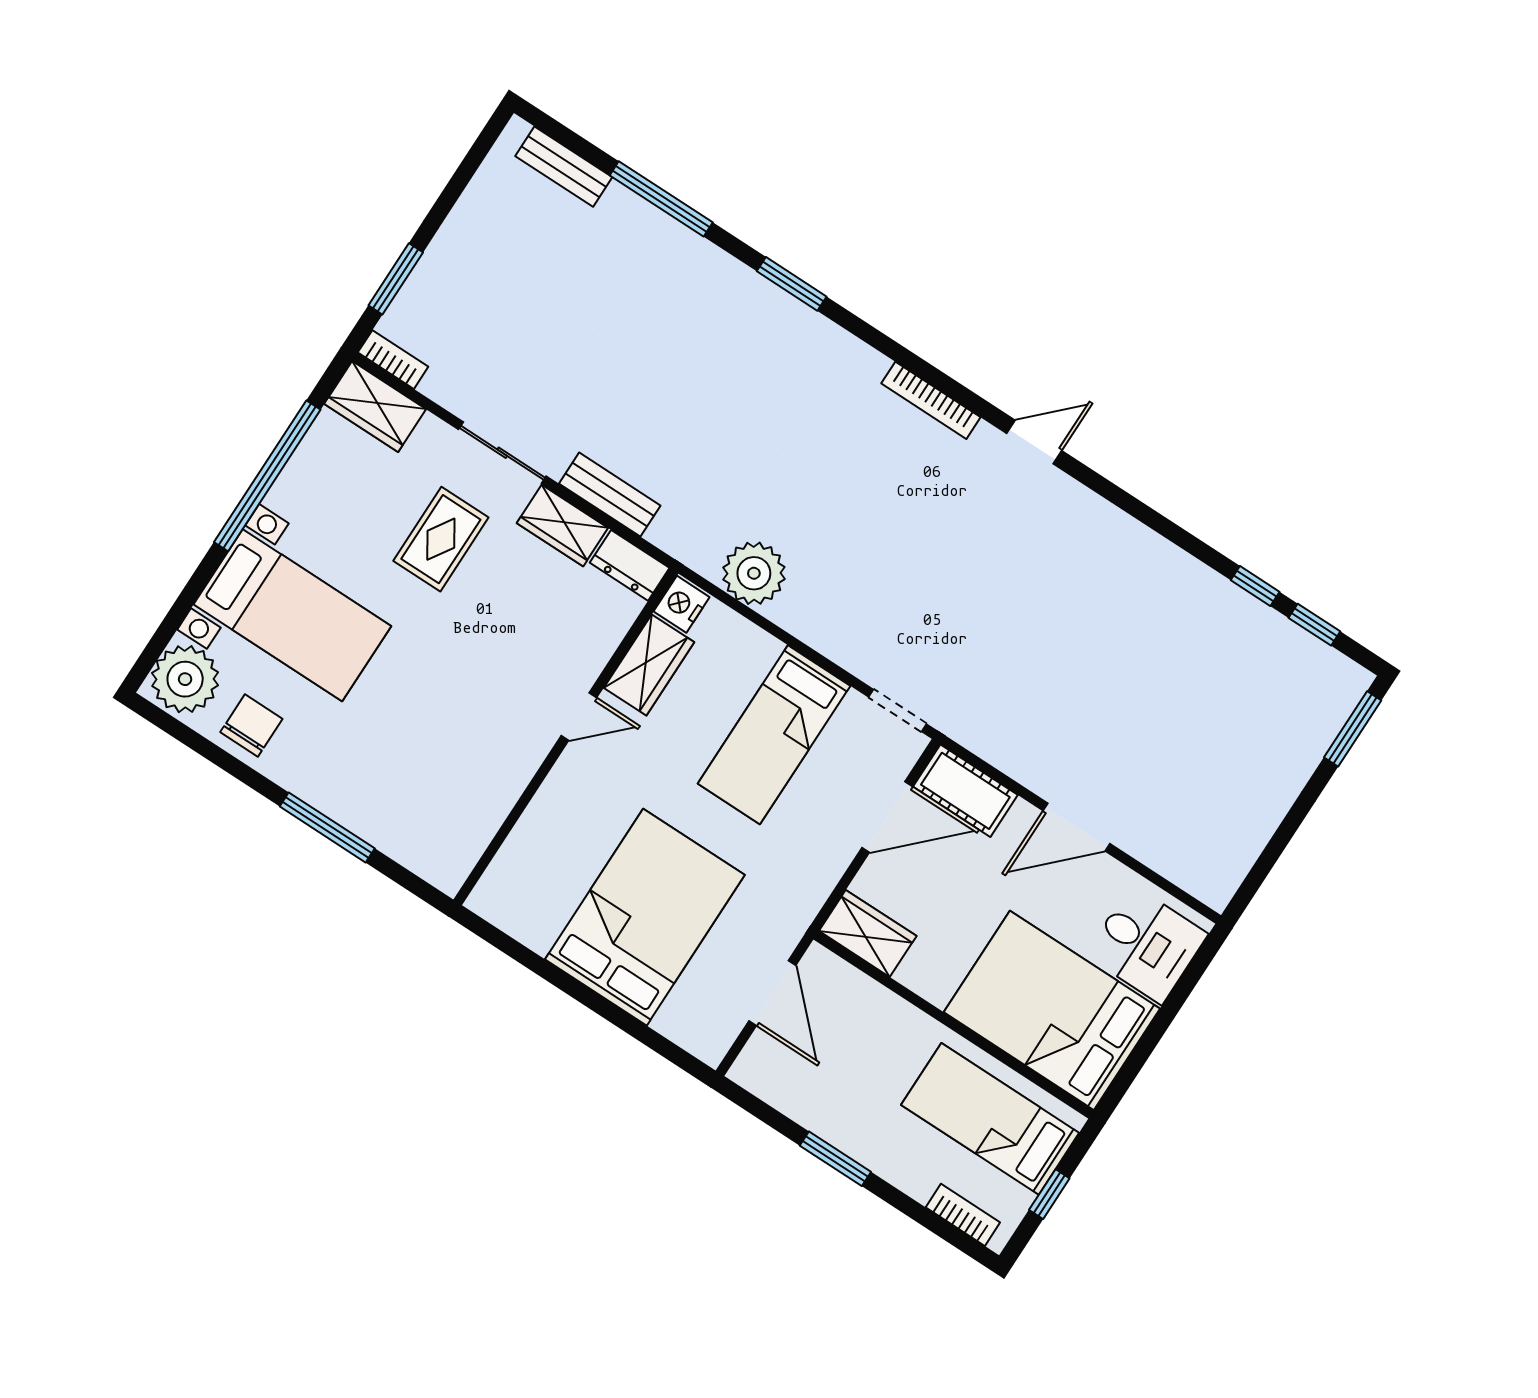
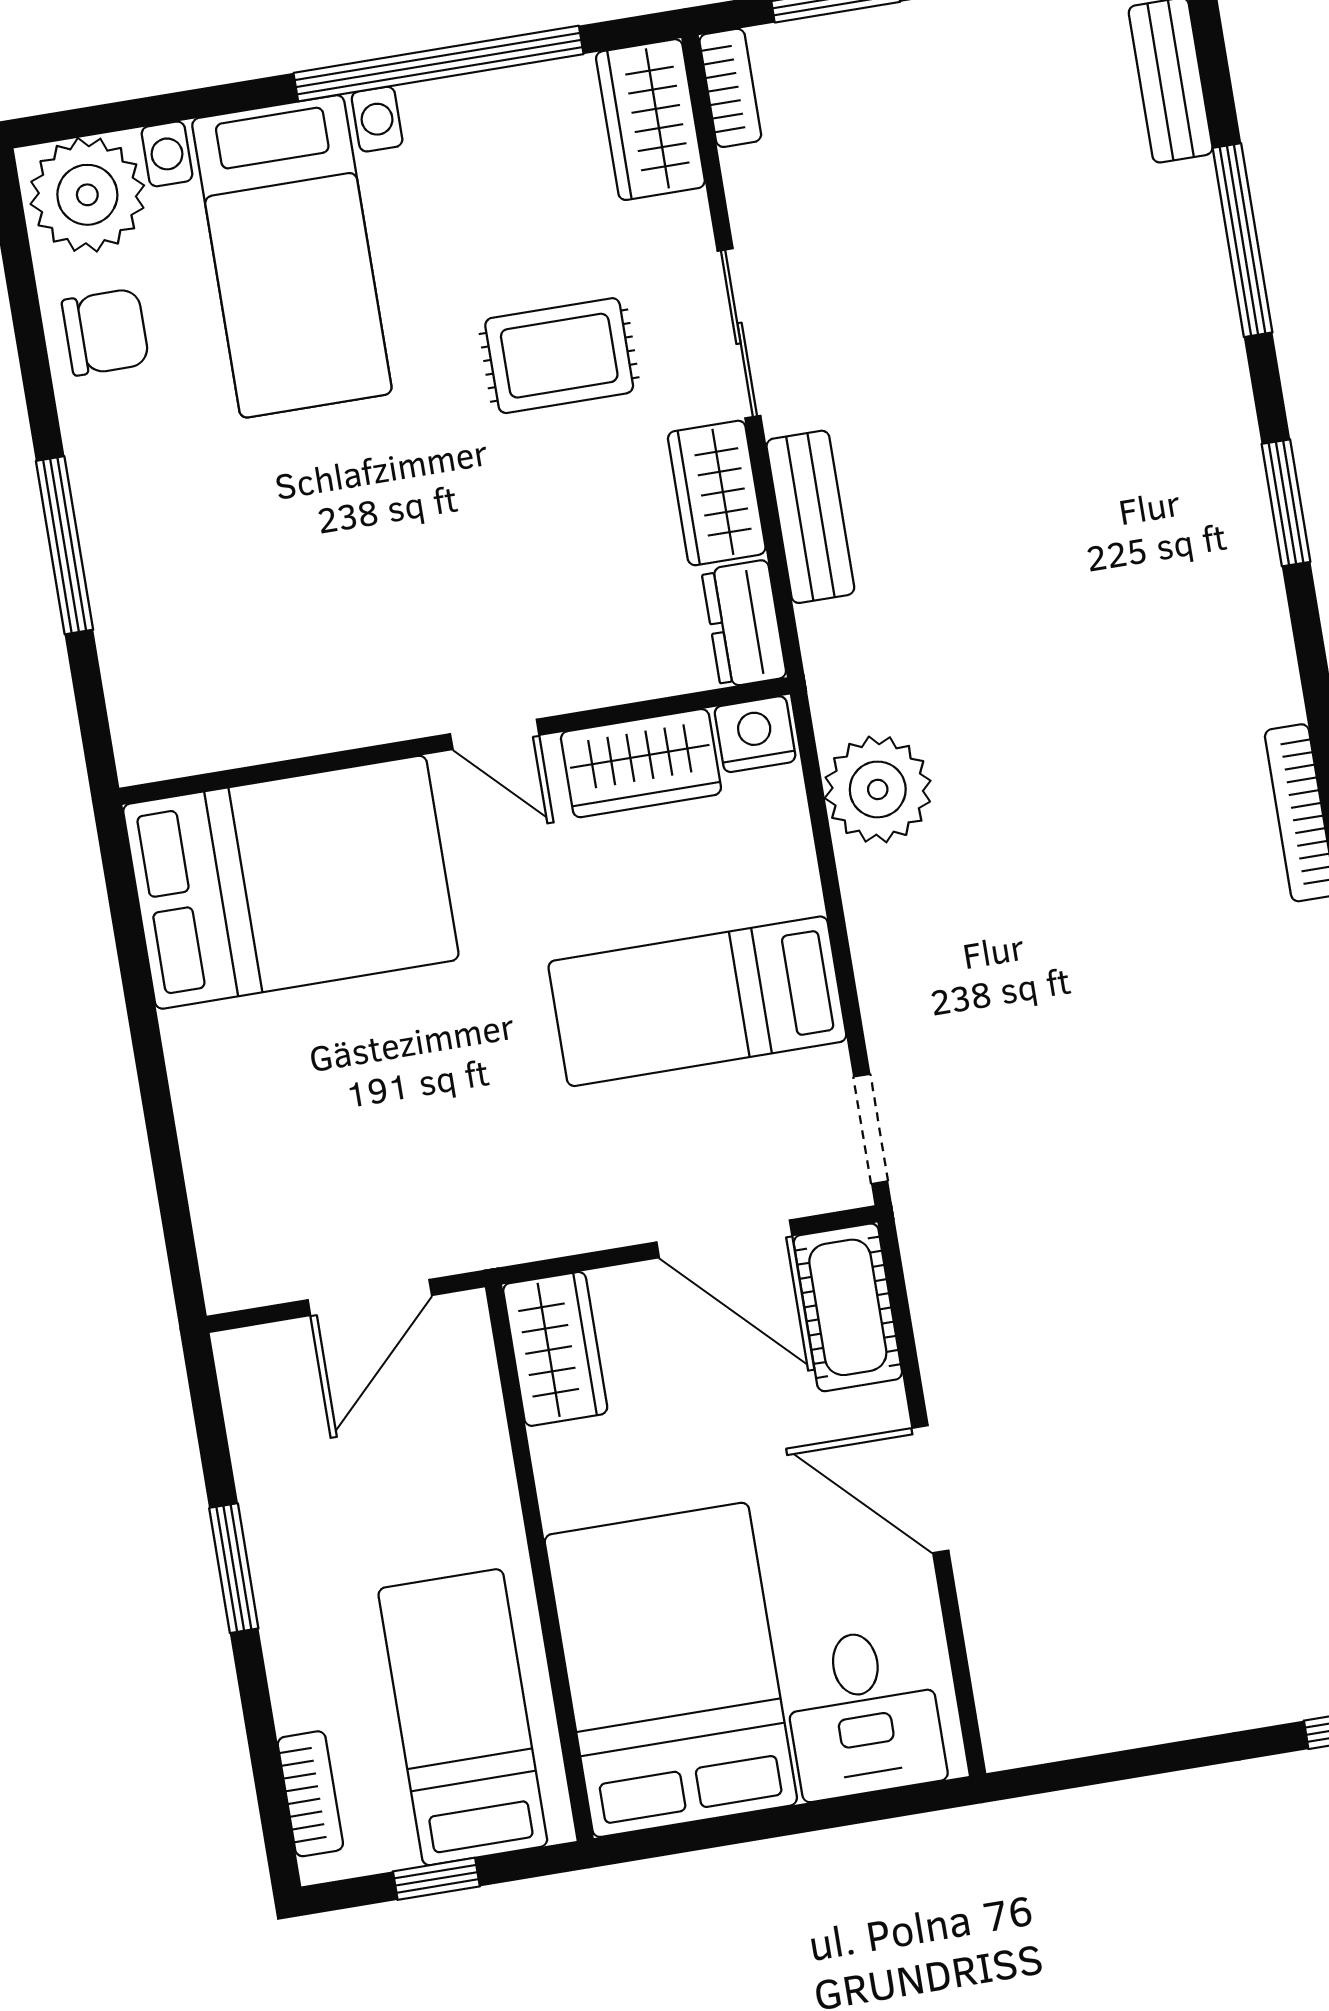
bed: (645, 917) -> (291, 882), moved

